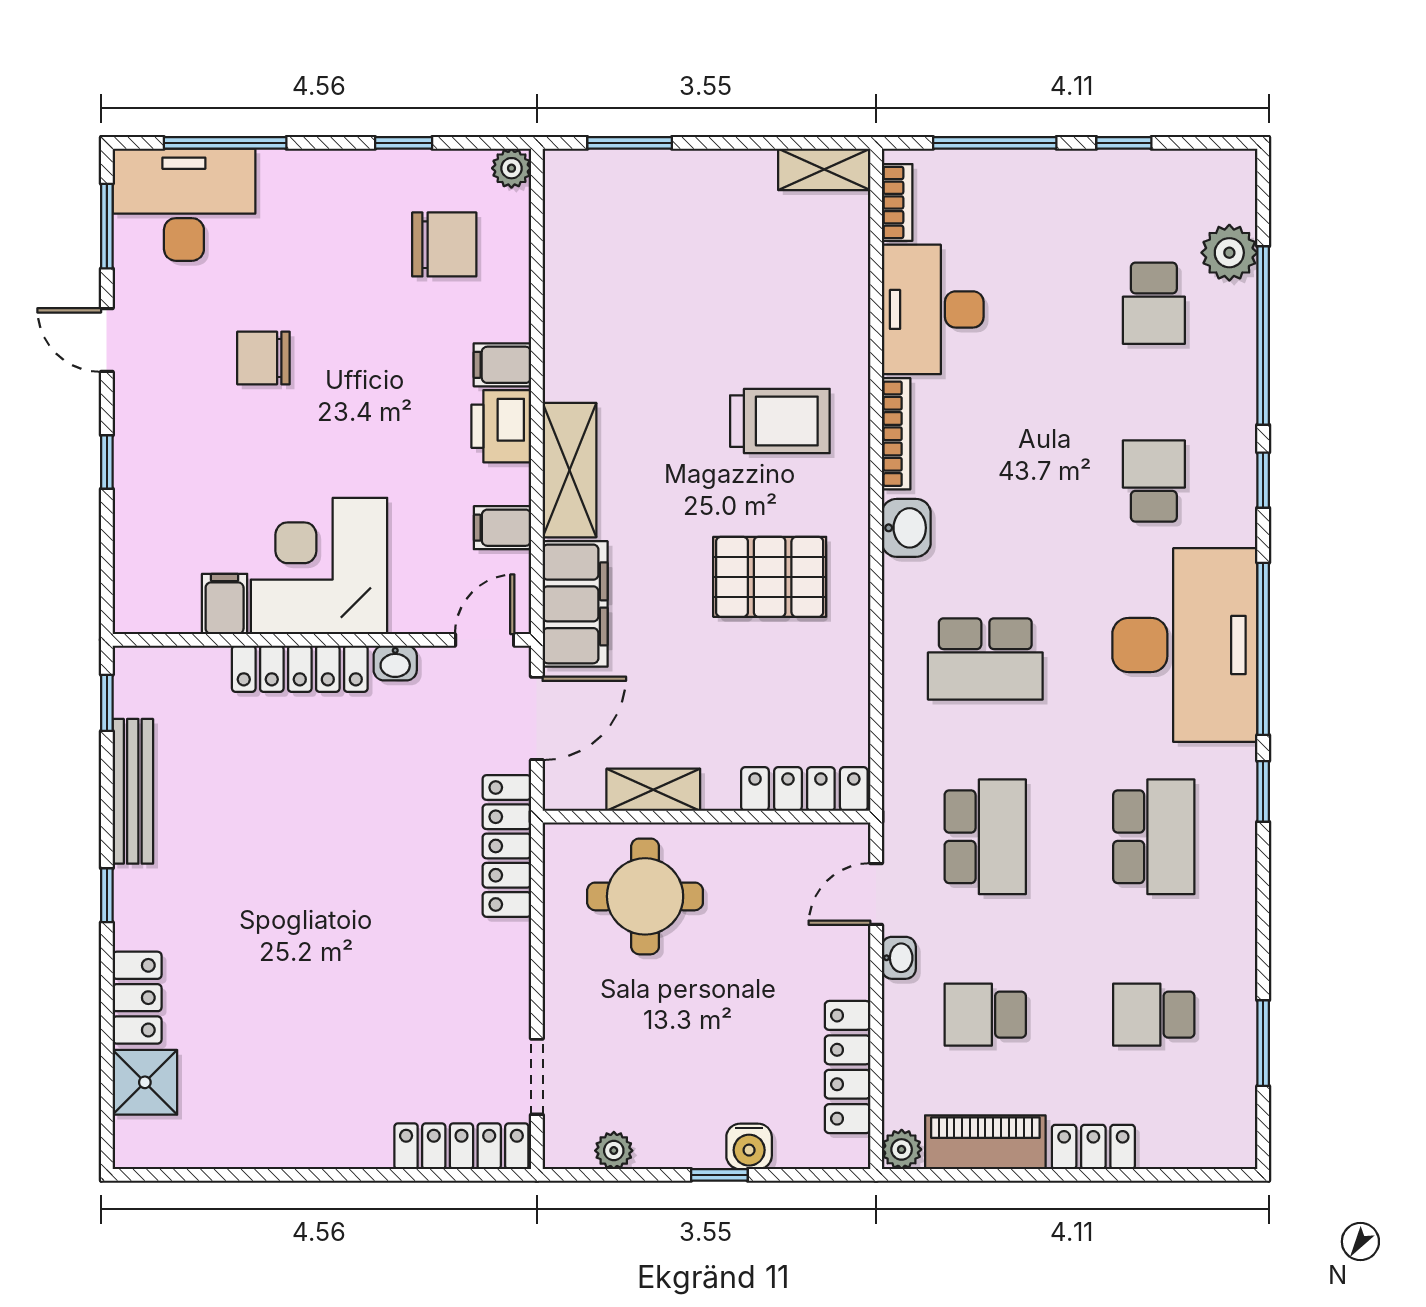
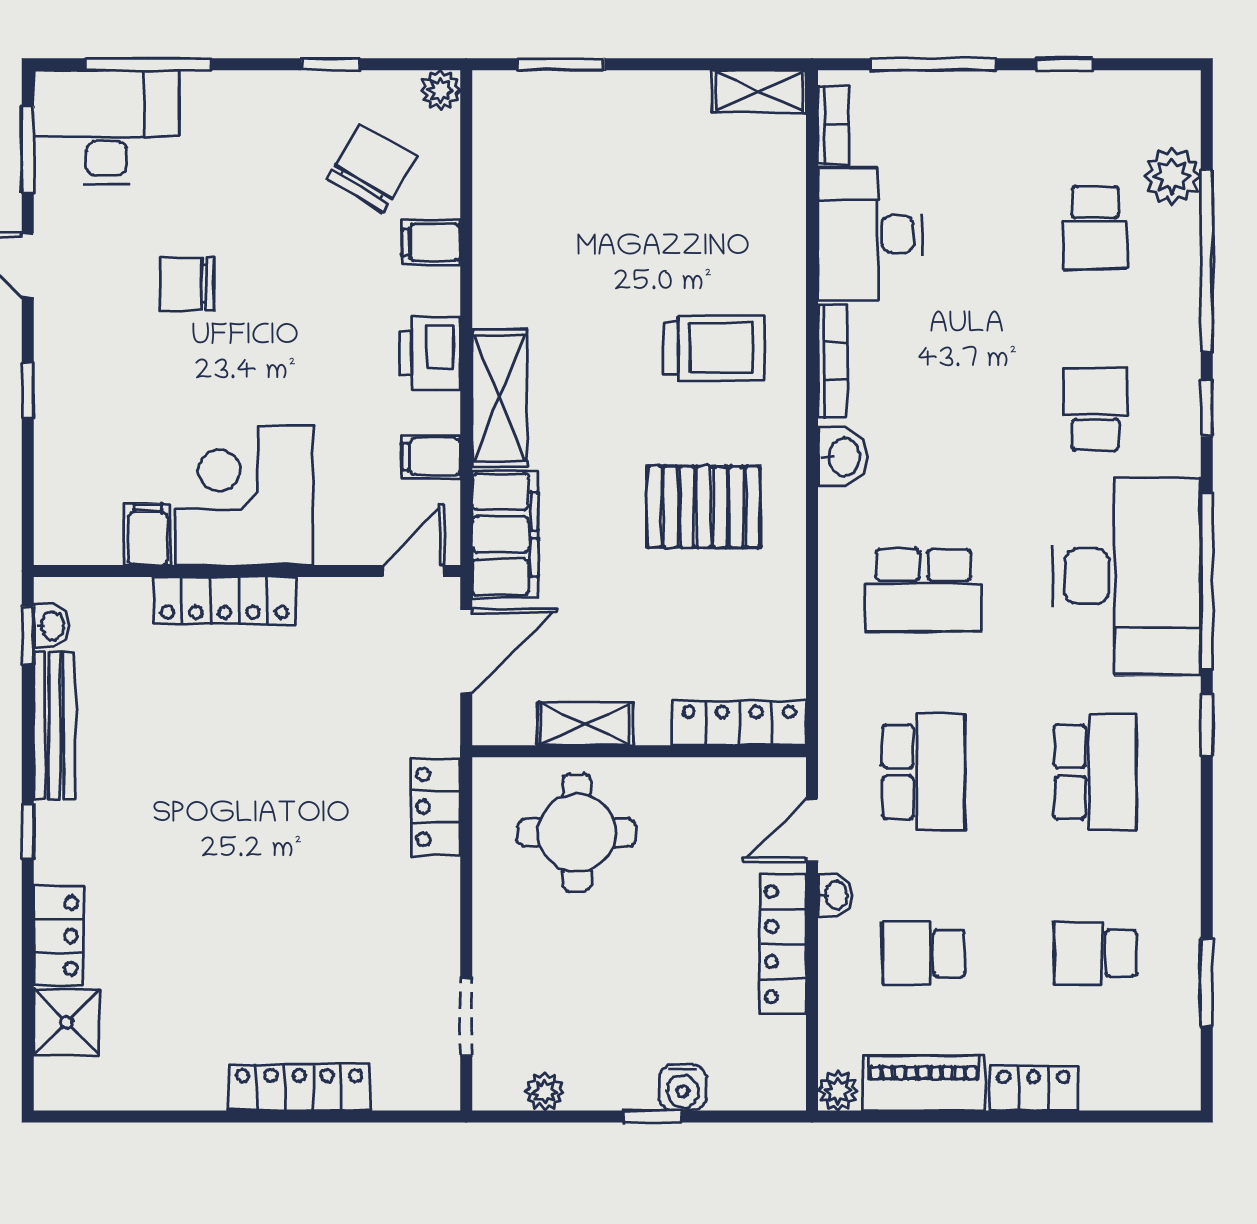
chair: (444, 244) -> (372, 168), turned -59
filing cabinet: (502, 365) -> (431, 242), moved
washbasin: (395, 663) -> (51, 626), moved, turned -90
locker: (507, 846) -> (436, 807), width x0.66
locker: (848, 1067) -> (783, 944), moved
locker: (461, 1146) -> (299, 1087), moved

